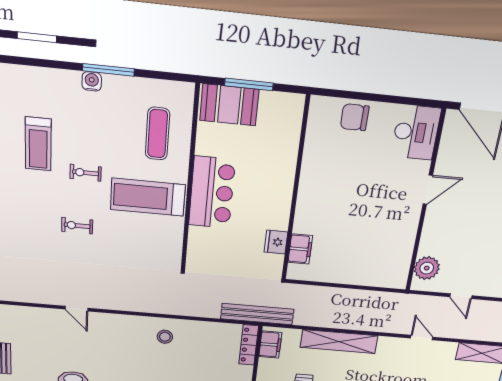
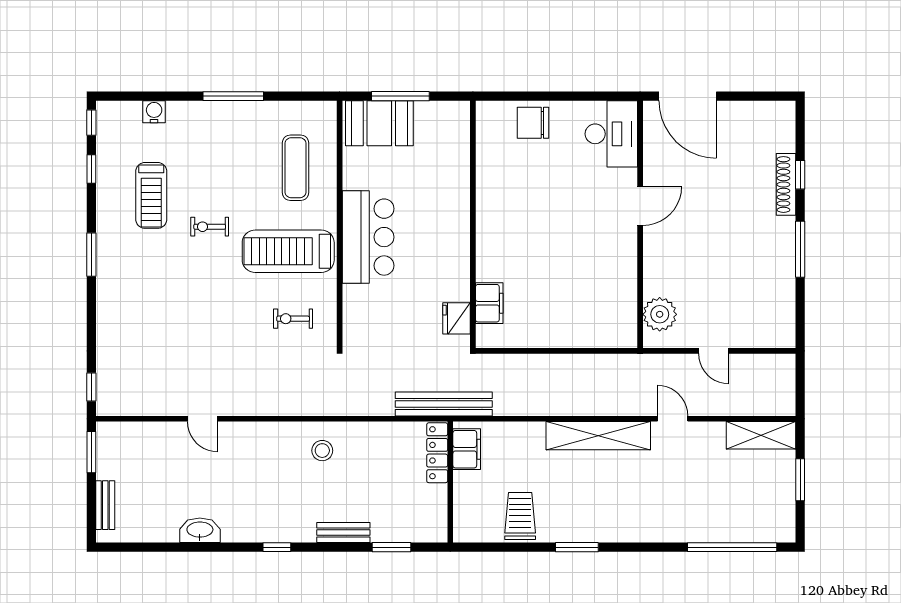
water cooler: (92, 81) -> (154, 112), moved
exercise bike: (77, 226) -> (293, 319), moved
fridge: (276, 242) -> (457, 318), moved
shelving: (339, 342) -> (598, 436), moved

